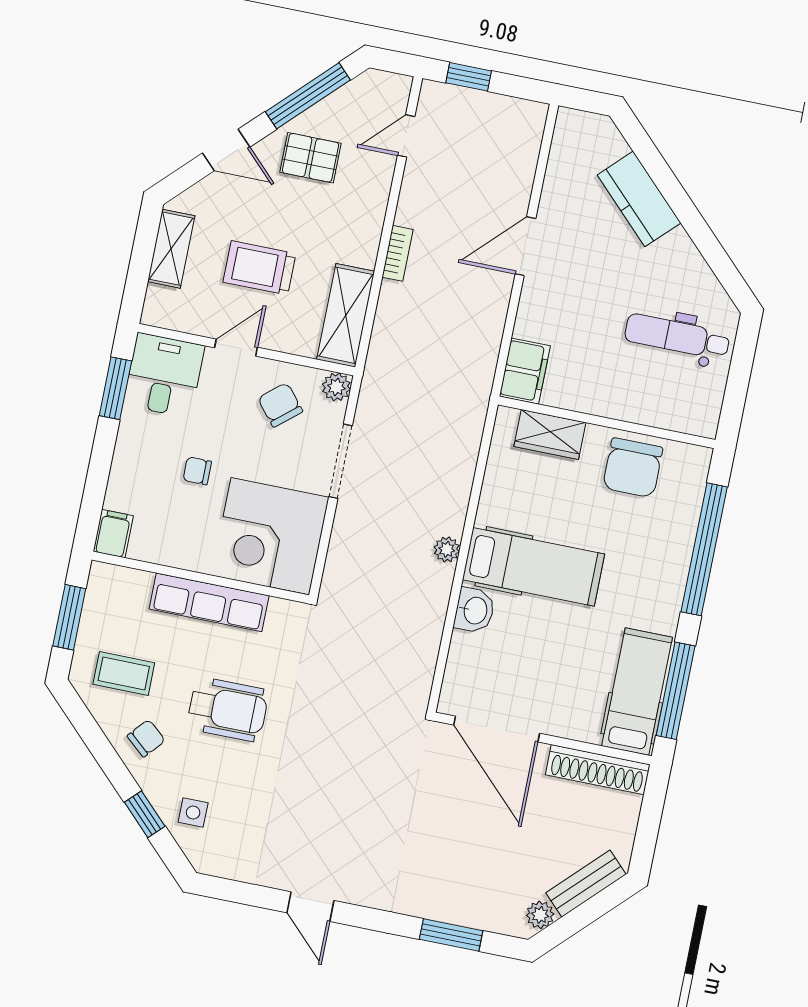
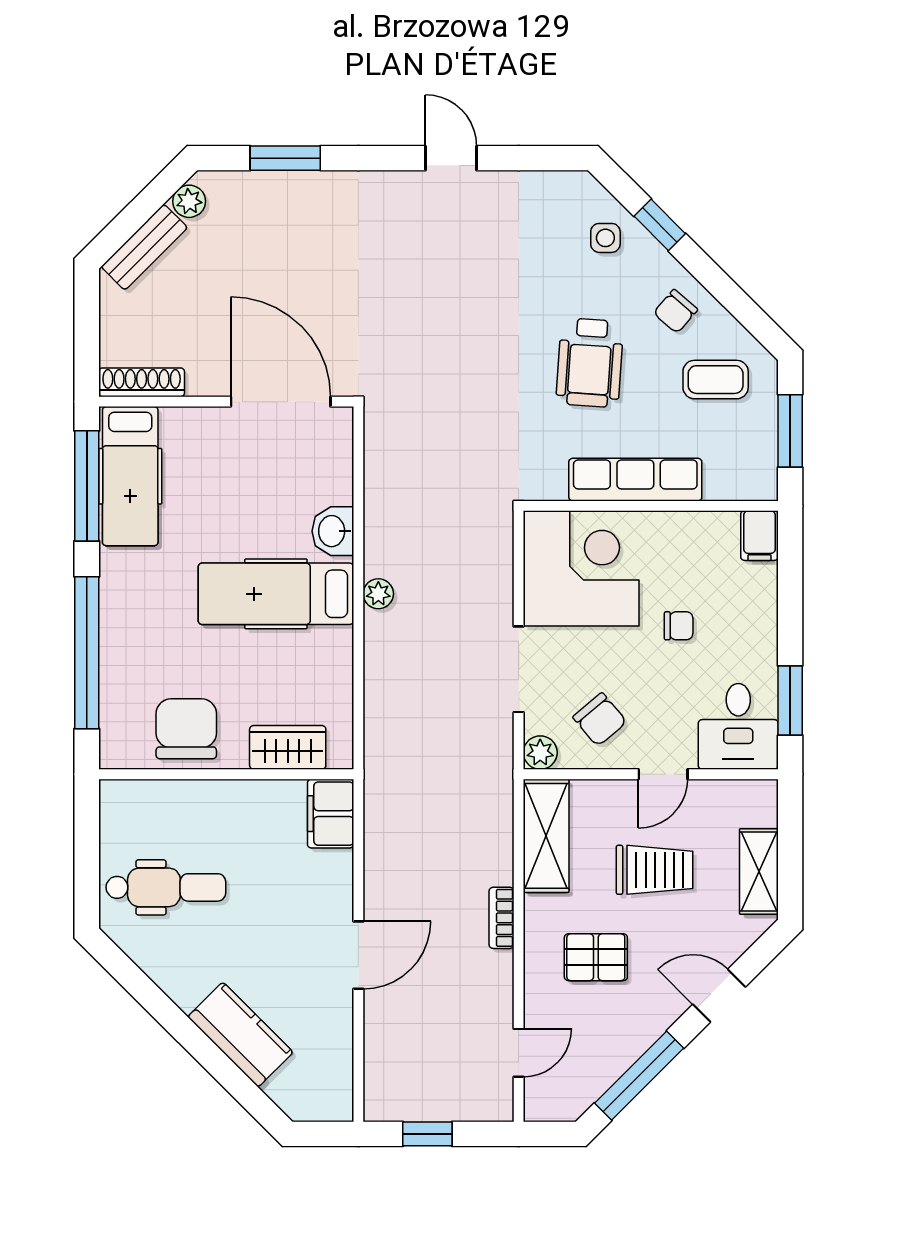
window: (469, 77) -> (427, 1134), moved
pallet: (310, 158) -> (596, 957), moved
wheelchair: (228, 709) -> (590, 363), turned -86
shoe rack: (598, 770) -> (142, 382), width x0.74, depth x0.81

